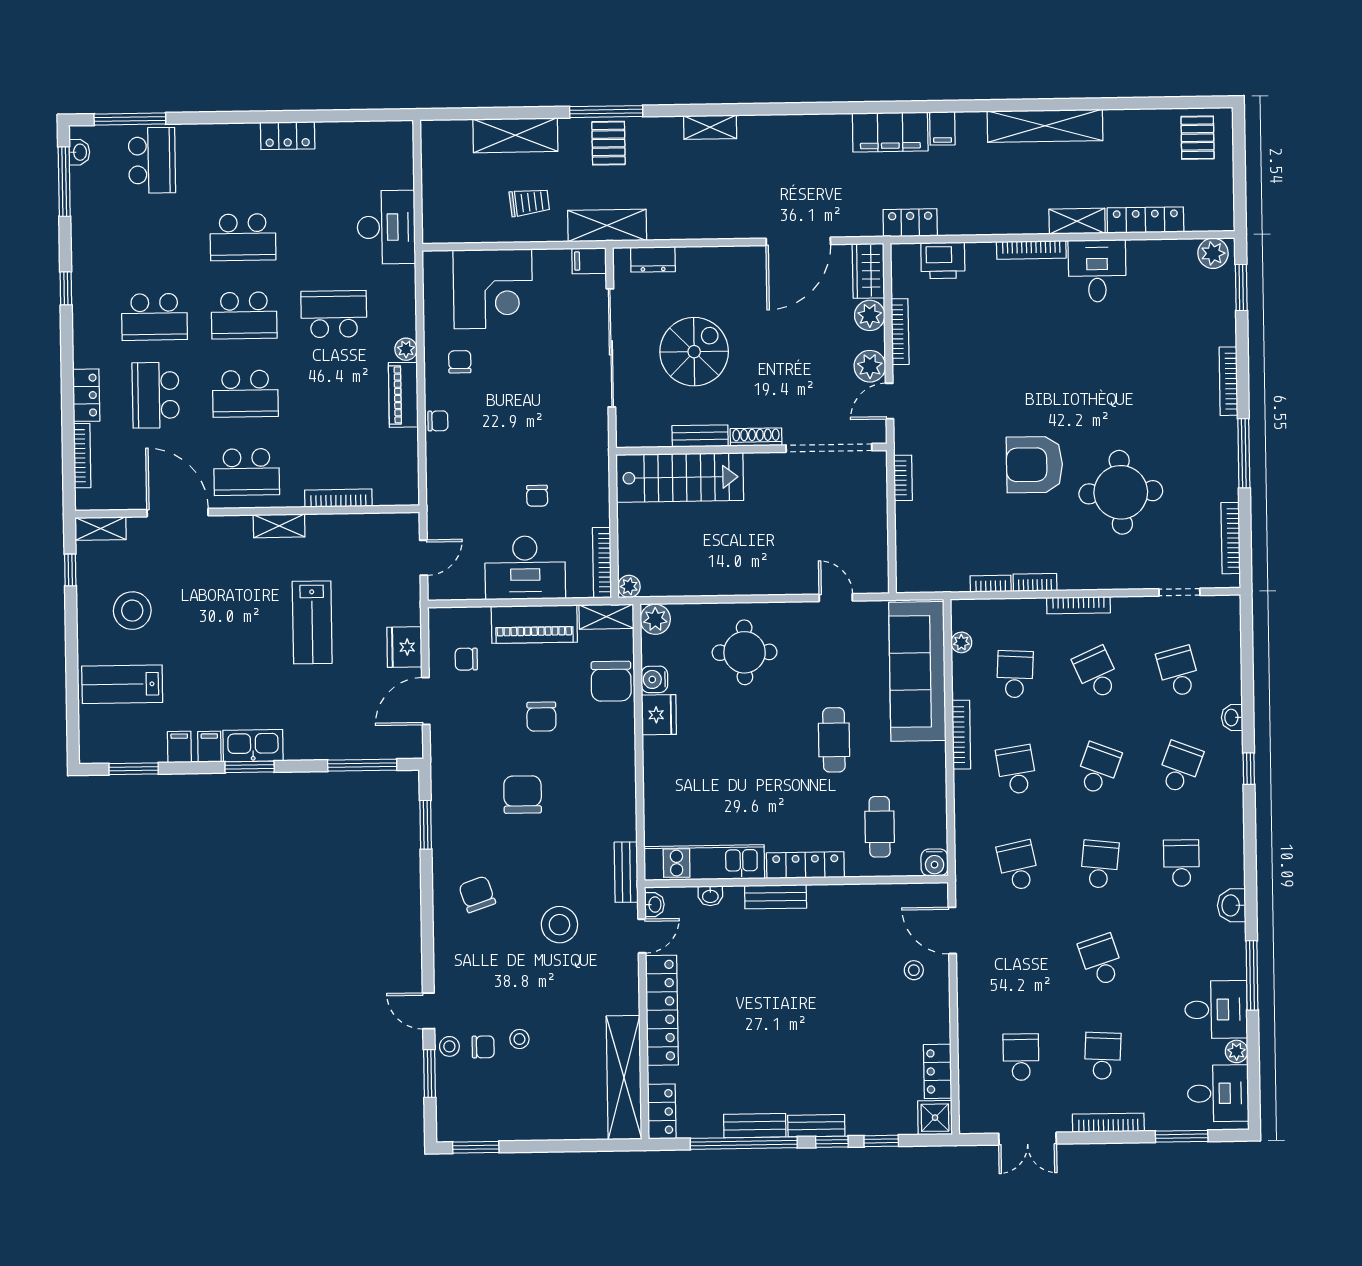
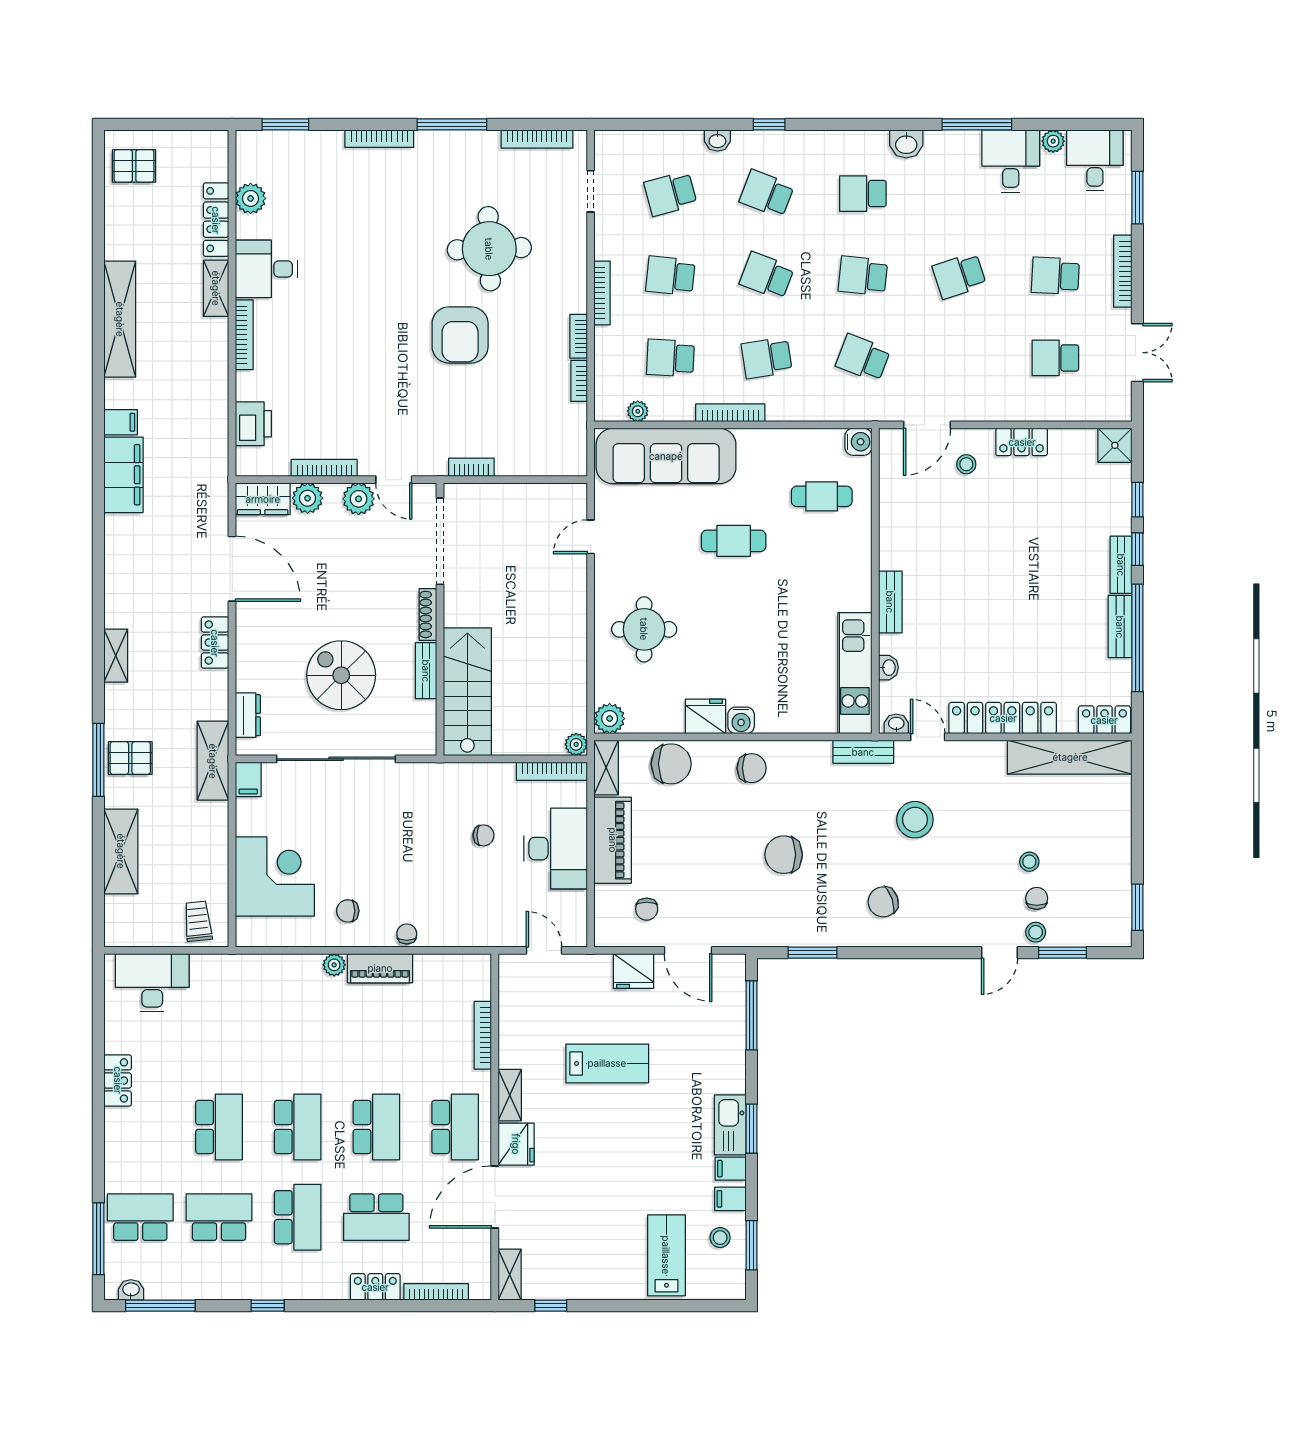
trolley: (529, 202) -> (198, 921), moved
locker: (910, 223) -> (215, 643), moved
desk: (386, 227) -> (152, 983), moved
plant: (1213, 253) -> (251, 198), moved
school desk: (334, 314) -> (219, 1217), moved, turned 90
fridge: (230, 533) -> (516, 1144), added
stool: (132, 611) -> (720, 1238), moved, width x0.53, depth x0.53
school desk: (1097, 673) -> (670, 276), turned 30
water cooler: (654, 679) -> (741, 720), moved
lab bench: (122, 684) -> (666, 1255), turned 180
chair: (541, 717) -> (752, 768), moved
locker: (805, 865) -> (859, 572), removed
school desk: (1018, 866) -> (863, 358), turned 33
locker: (938, 1071) -> (1022, 442), moved

